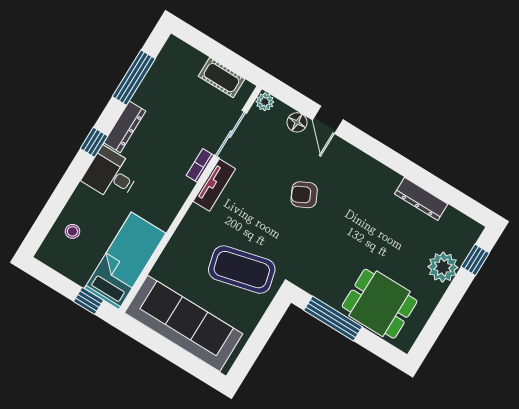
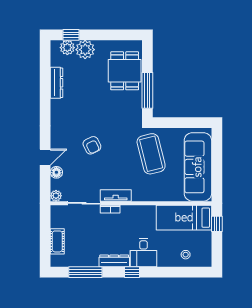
cot: (221, 78) -> (57, 241), moved
plant: (461, 244) -> (67, 48), added

